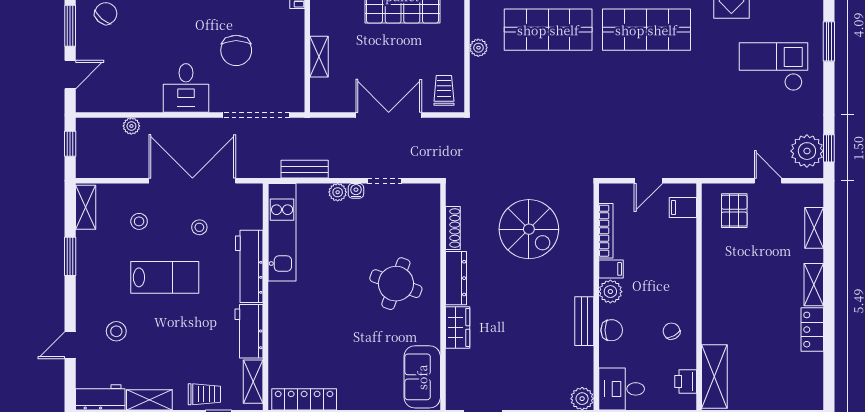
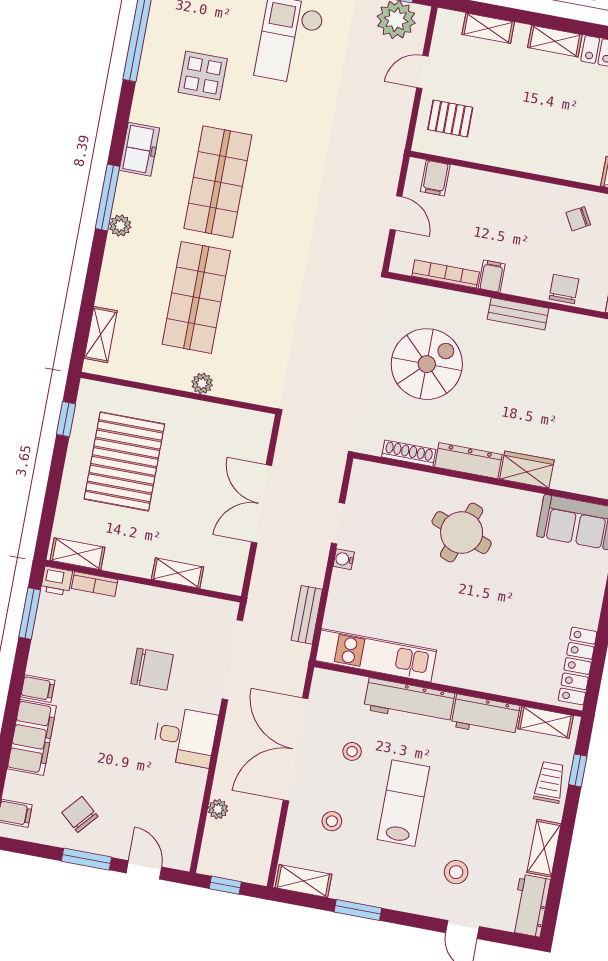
trolley: (444, 90) -> (245, 434), removed
plant: (338, 192) -> (341, 581), removed
plant: (610, 292) -> (518, 282), removed
bench: (584, 321) -> (518, 314), moved

